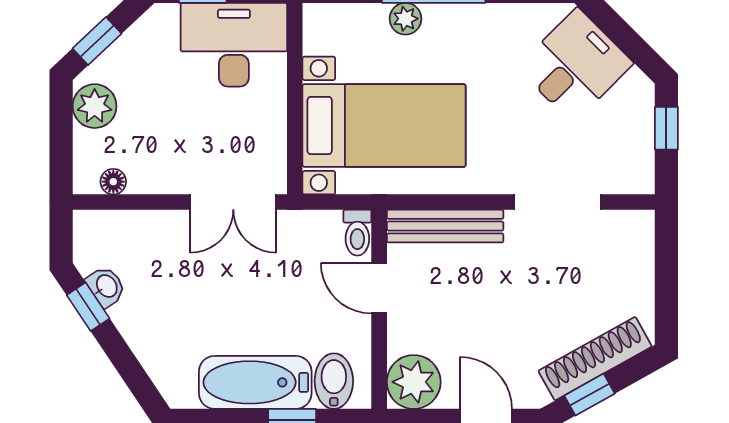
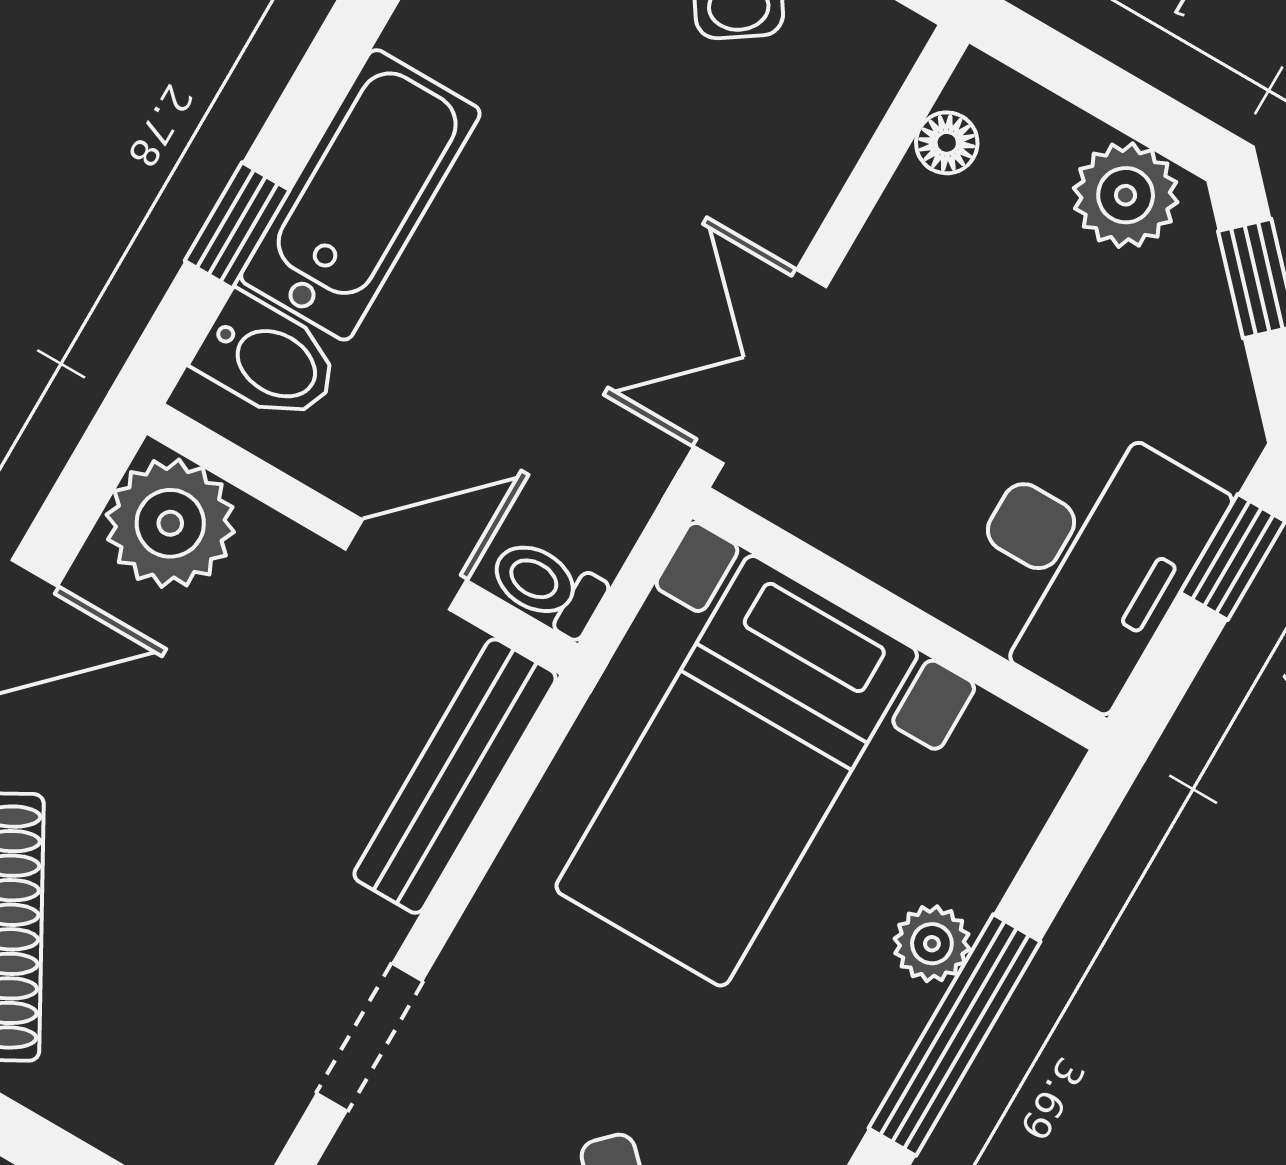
doorway: (557, 202) -> (370, 1037), width x0.73

